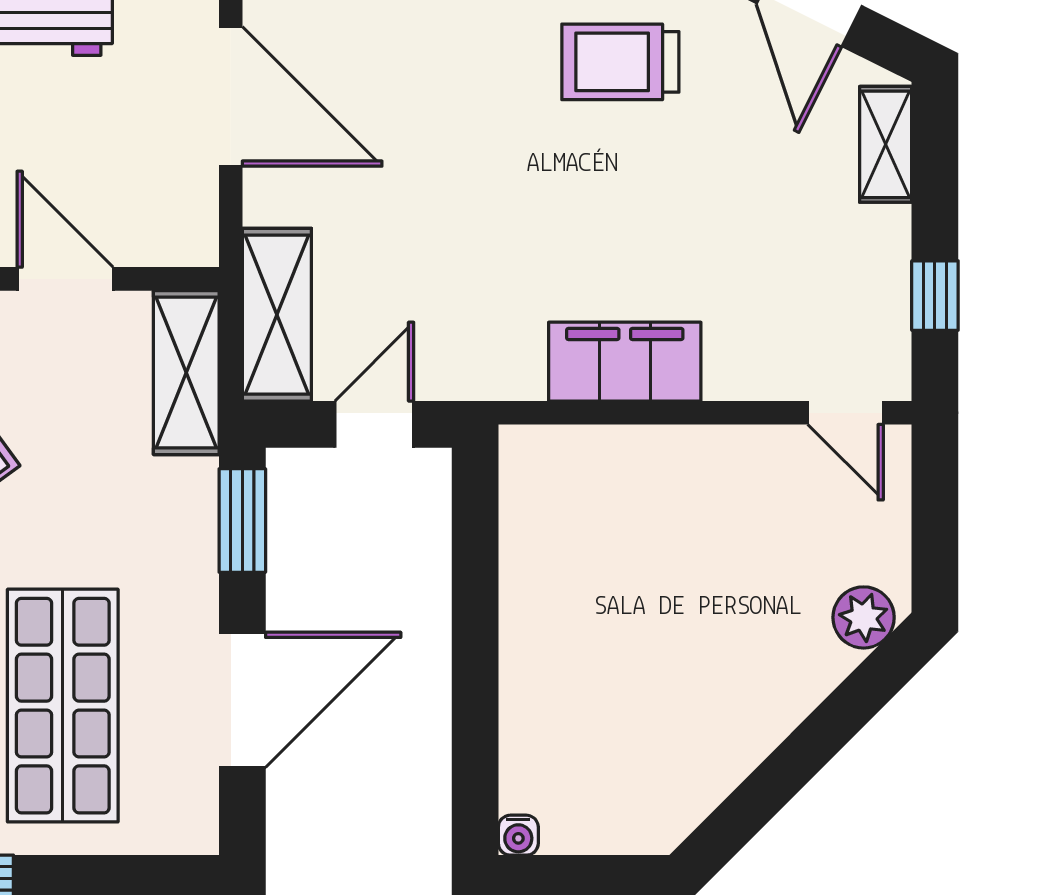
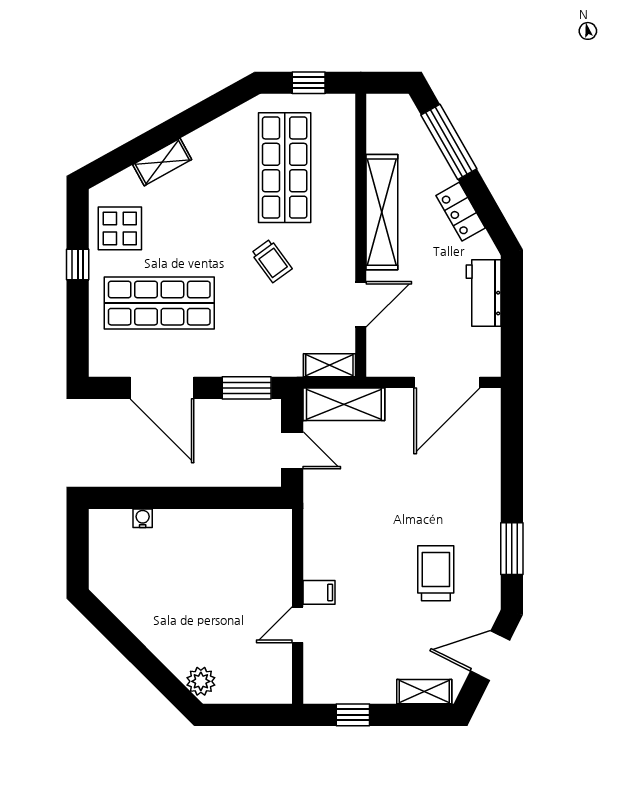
trolley: (620, 62) -> (436, 573), moved
filing cabinet: (625, 362) -> (319, 592), width x0.33, depth x0.86
shelving: (186, 373) -> (329, 365), width x0.67, depth x0.75
door: (846, 413) -> (298, 625), moved
water cooler: (518, 835) -> (143, 518), moved, turned 90

